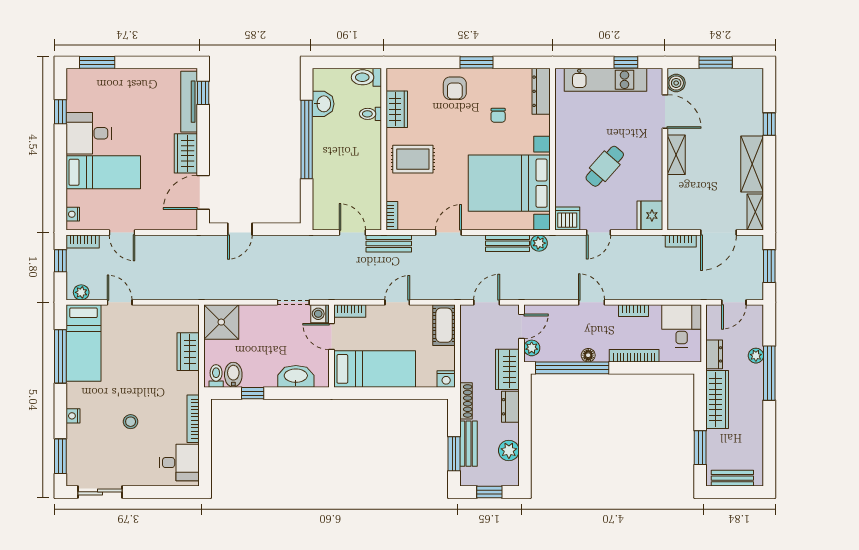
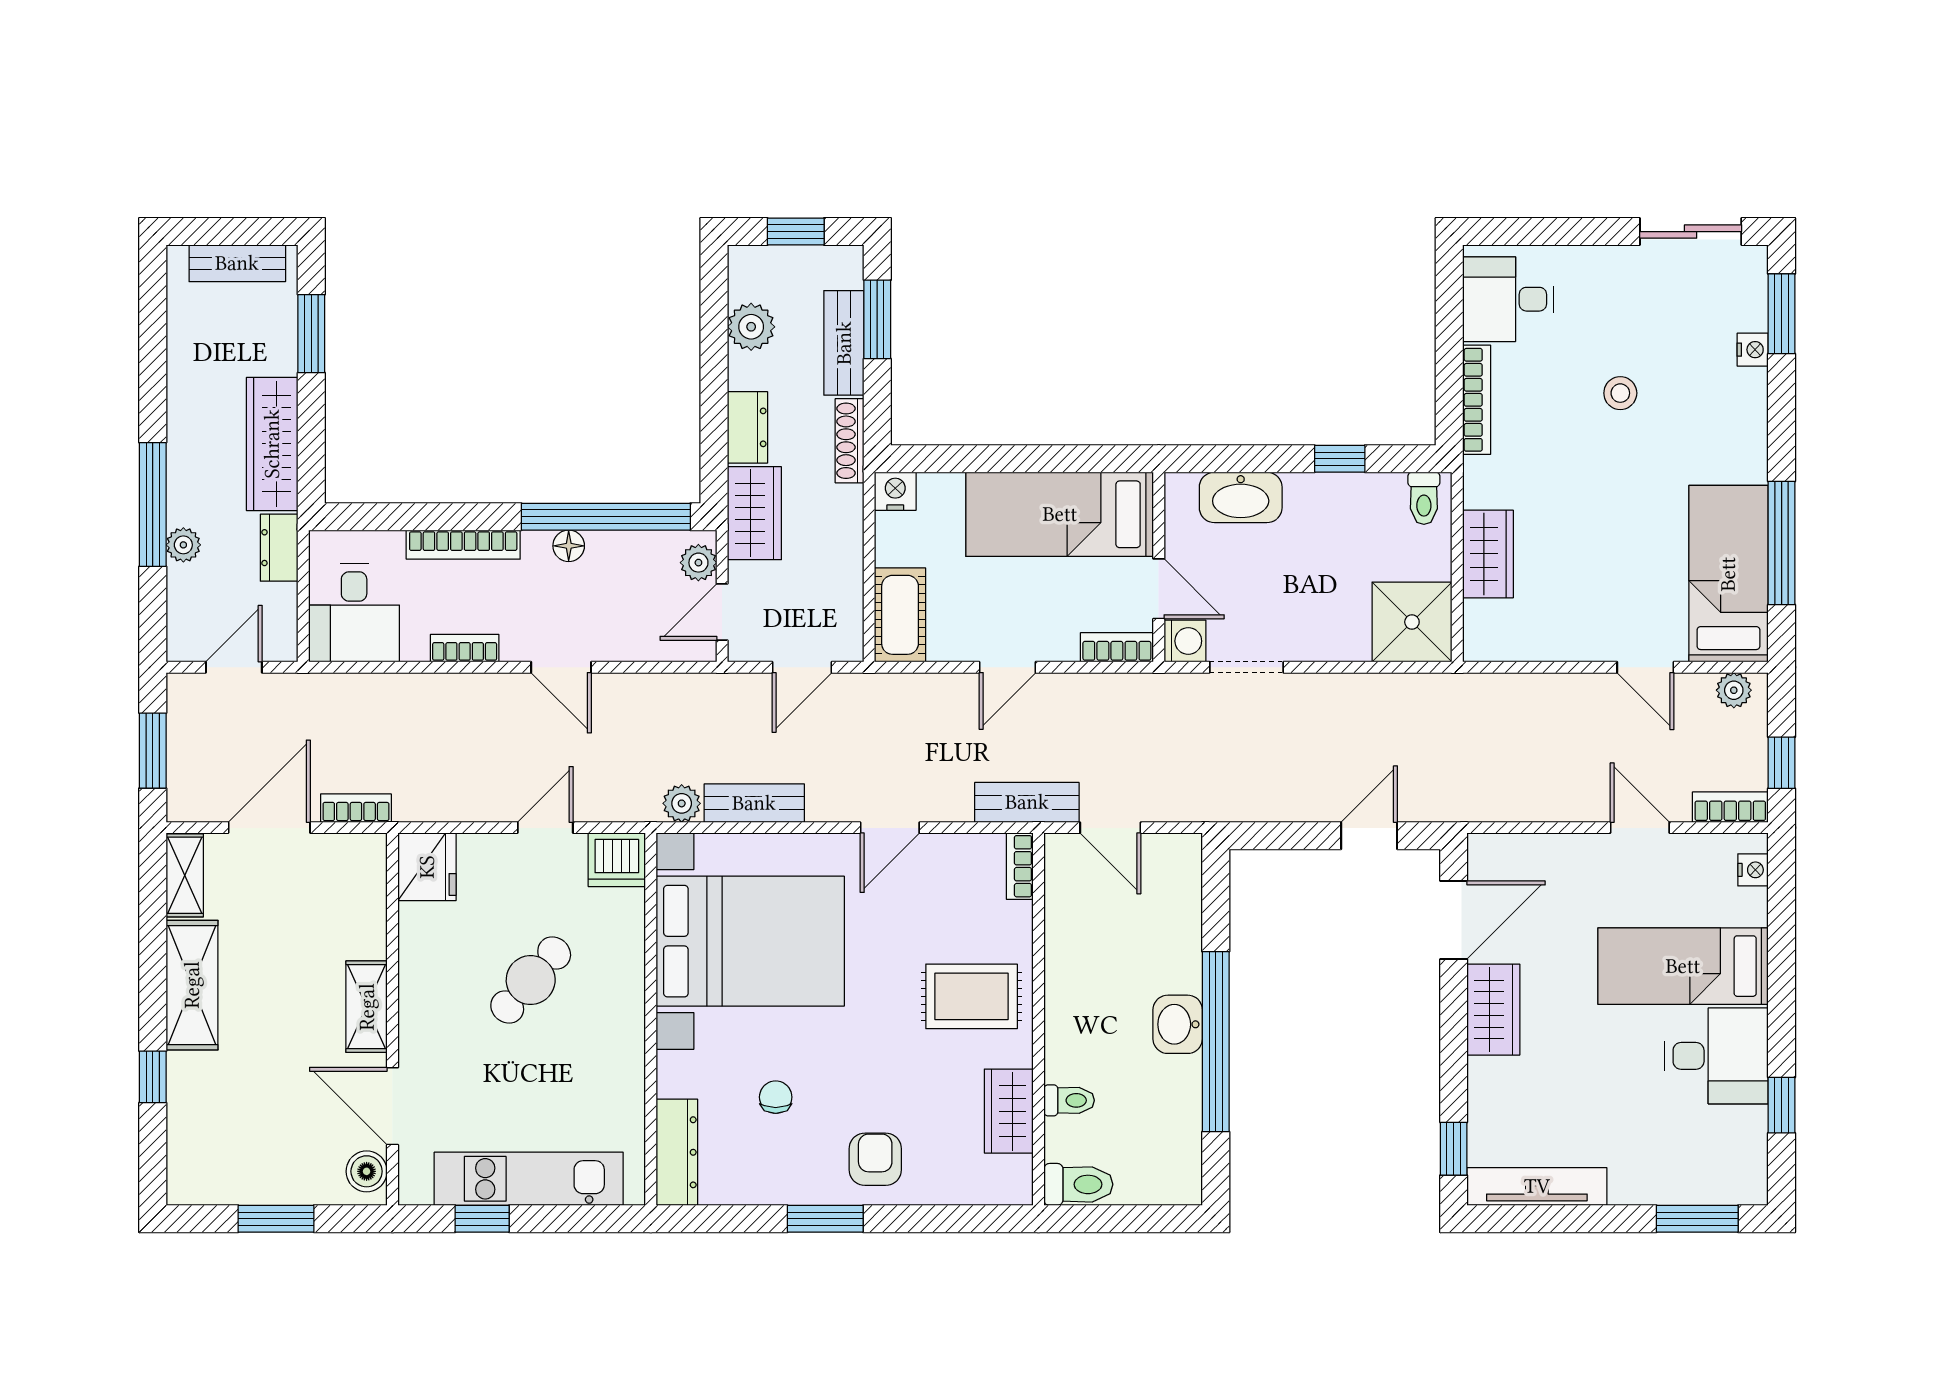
tv unit: (189, 102) -> (1537, 1186), moved, turned -90
washbasin: (323, 104) -> (1178, 1024), moved
bidet: (233, 375) -> (1384, 501), removed
nightstand: (73, 416) -> (1753, 350), moved

